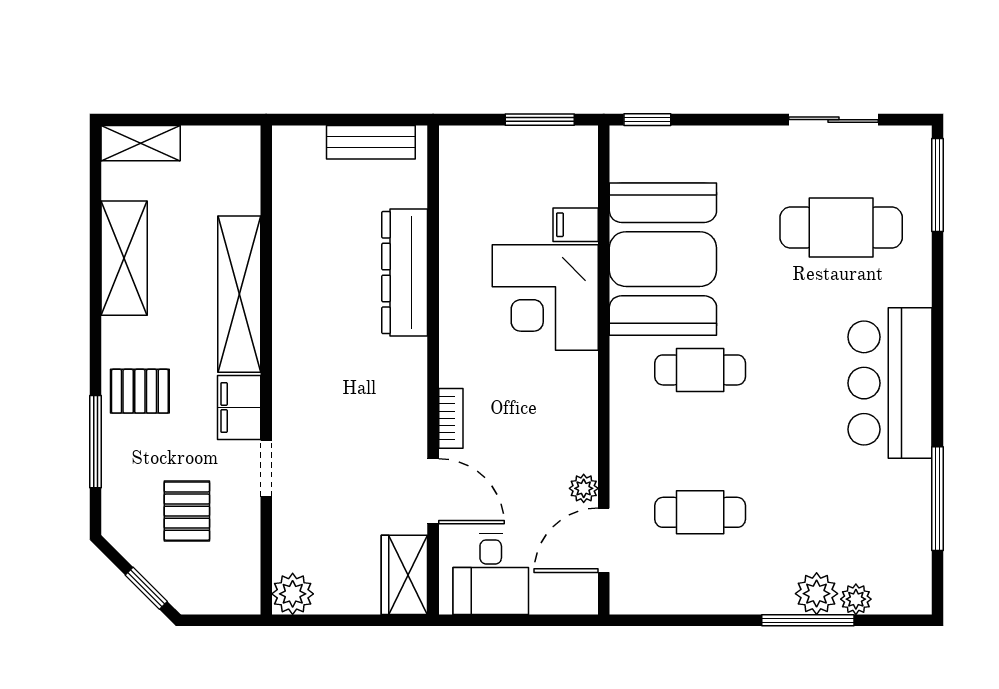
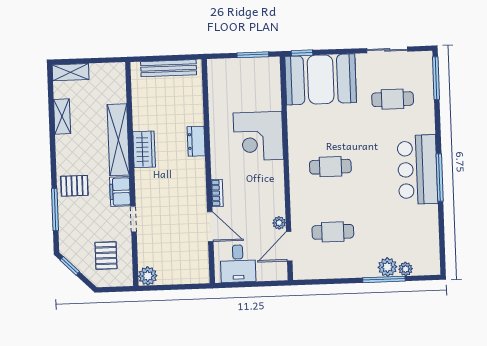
bench: (371, 142) -> (169, 68), width x1.36
filing cabinet: (576, 225) -> (271, 102), removed
cafe table: (841, 227) -> (393, 99), width x0.73, depth x0.74
shelving: (124, 258) -> (62, 117), width x0.67, depth x0.75
booth: (663, 259) -> (321, 79), moved, turned 90
dresser: (405, 273) -> (196, 141), width x0.51, depth x0.80
window: (937, 499) -> (440, 177), moved
pallet: (187, 511) -> (106, 256), moved
wardrobe: (404, 575) -> (144, 149), moved, turned 180
window: (146, 588) -> (70, 266), moved

